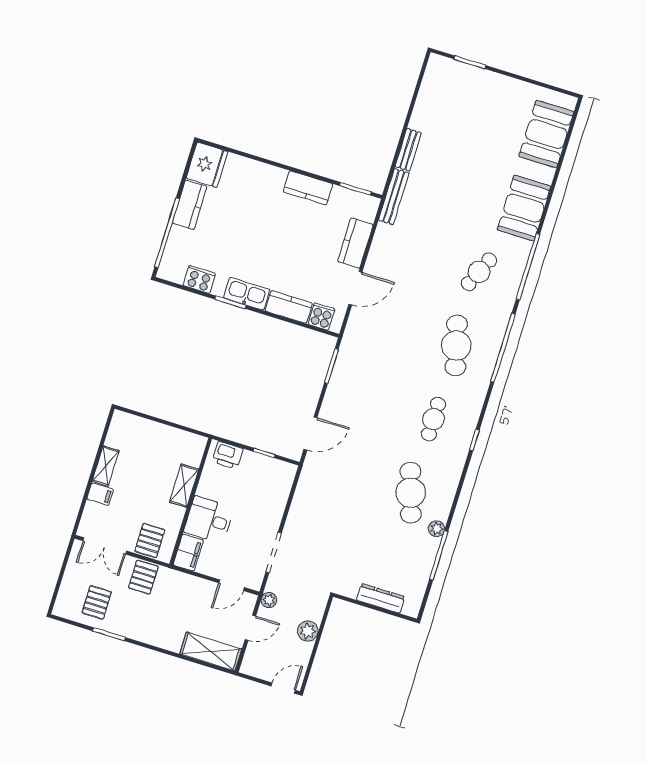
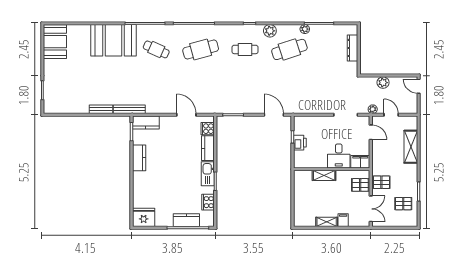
booth: (546, 134) -> (55, 42), moved, turned 90
kitchen counter: (190, 205) -> (186, 220), moved
booth: (524, 208) -> (113, 40), width x1.36, depth x1.42
kitchen counter: (355, 243) -> (146, 122), moved
printer: (228, 455) -> (300, 143), moved
plant: (452, 470) -> (270, 31), added
shelving: (211, 652) -> (411, 147), moved

